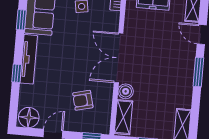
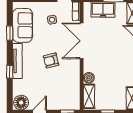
double door: (119, 58) -> (82, 41), moved
armchair: (83, 100) -> (51, 61), moved

